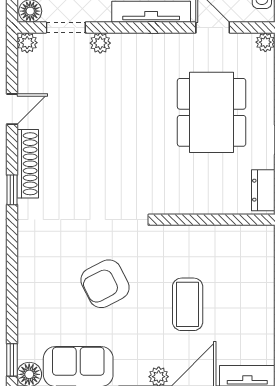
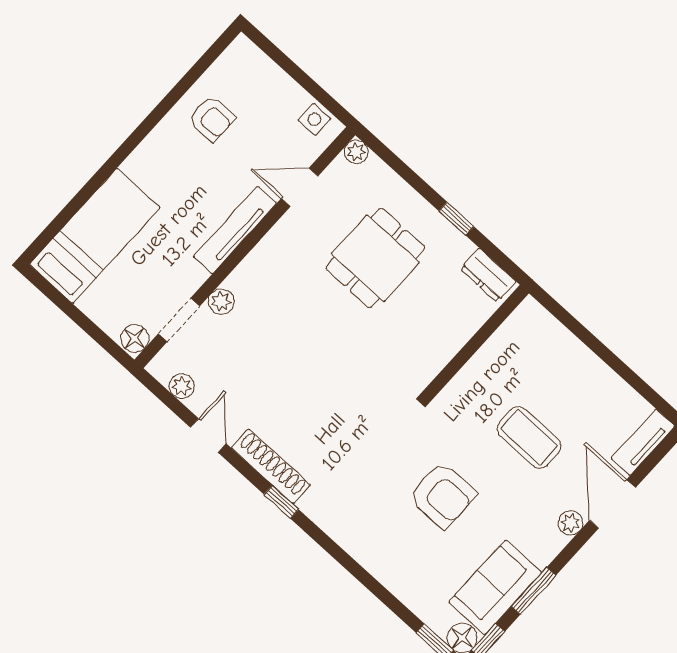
plant: (27, 43) -> (182, 386), moved
dining table: (212, 112) -> (375, 258), width x0.73
armchair: (105, 284) -> (443, 495), turned -63

